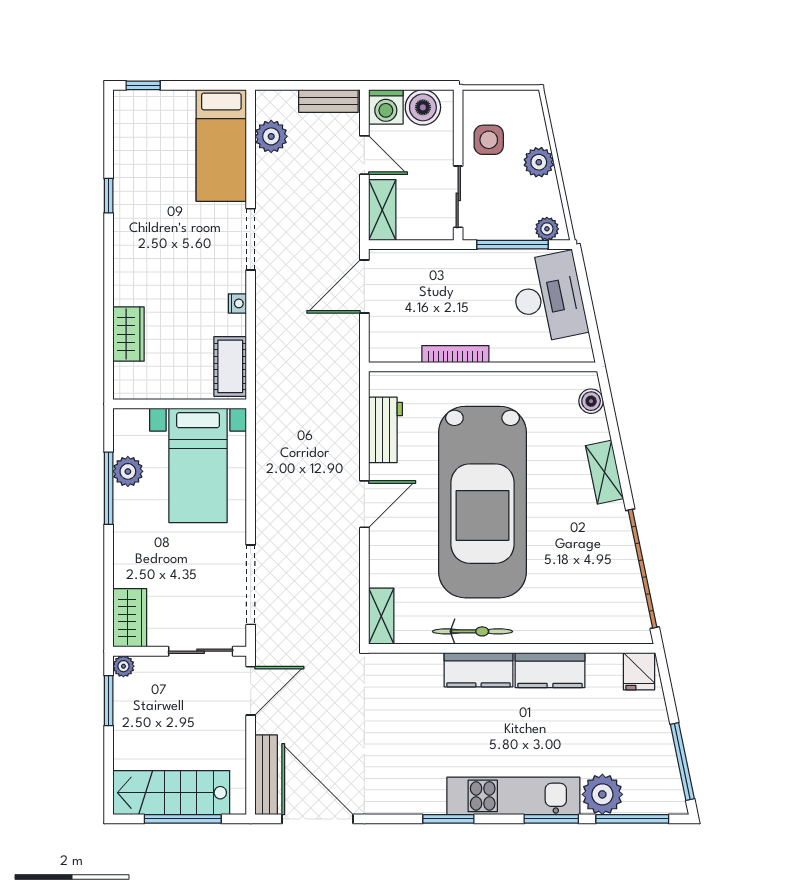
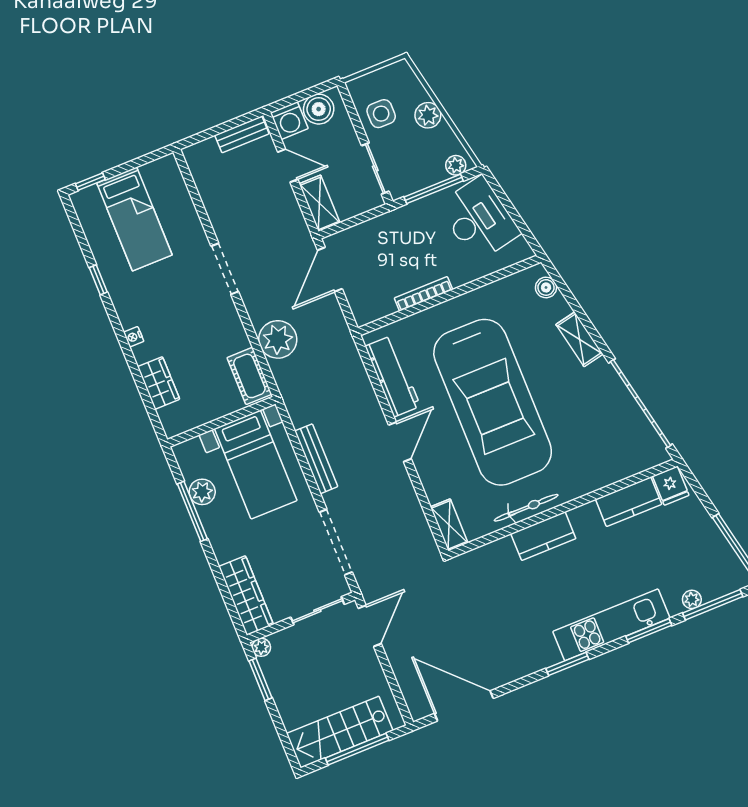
plant: (271, 136) -> (278, 339), moved, width x1.36, depth x1.36
bed: (221, 146) -> (134, 219), moved
nightstand: (237, 303) -> (134, 337), moved, turned 180
workbench: (386, 430) -> (393, 376), width x1.38
wardrobe: (130, 618) -> (246, 595), width x1.50
kitchen counter: (550, 670) -> (629, 502), moved
bench: (266, 775) -> (316, 459), moved
plant: (602, 794) -> (692, 599), width x0.53, depth x0.53

